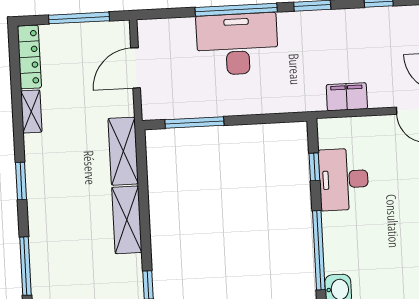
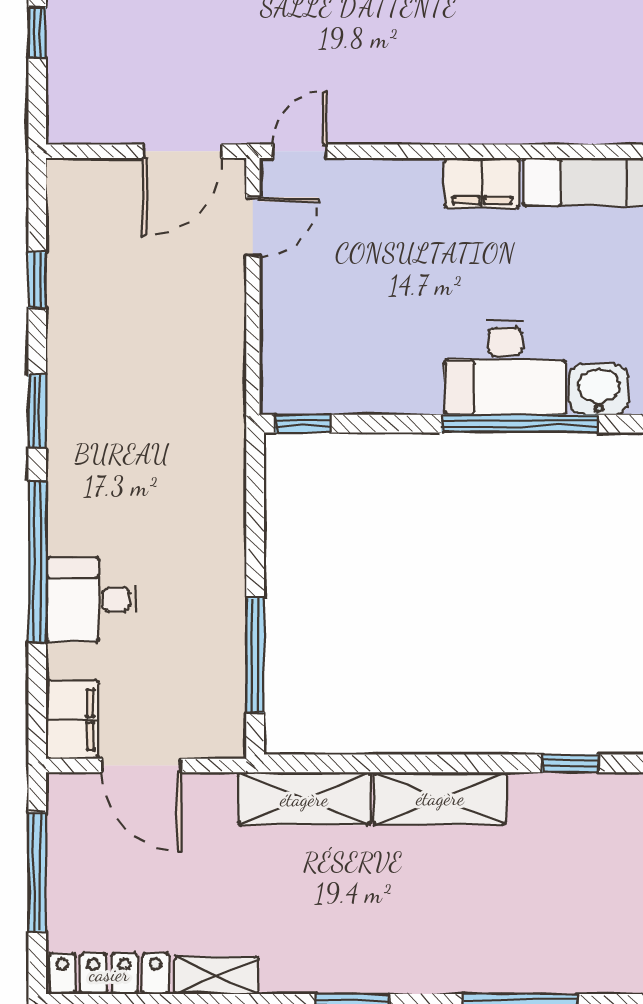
desk: (237, 44) -> (91, 600), width x0.53, depth x0.77
filing cabinet: (347, 97) -> (72, 720), moved, turned 180
window: (314, 167) -> (303, 424), moved
desk: (344, 179) -> (505, 367), moved

